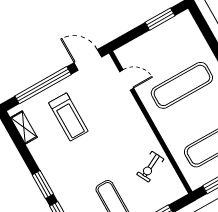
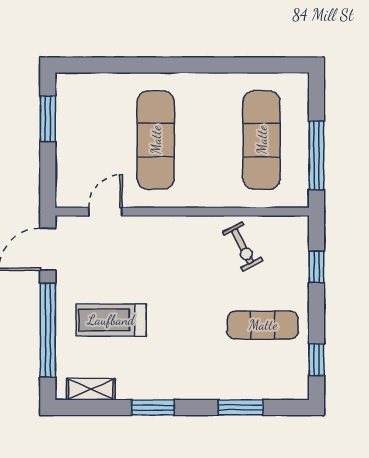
treadmill: (68, 117) -> (111, 320), turned 180
window: (43, 185) -> (153, 407), moved

